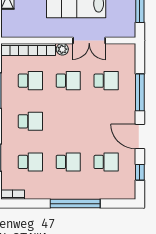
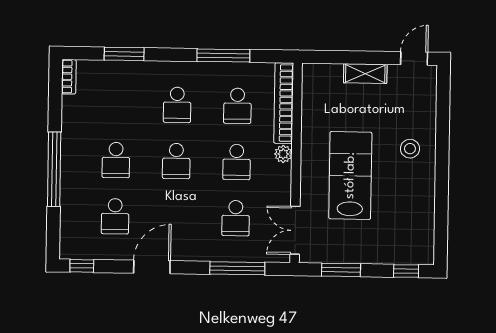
double door: (89, 40) -> (295, 230), moved
window: (140, 92) -> (237, 268), moved
school desk: (30, 162) -> (176, 161), moved
window: (140, 172) -> (82, 266), moved

